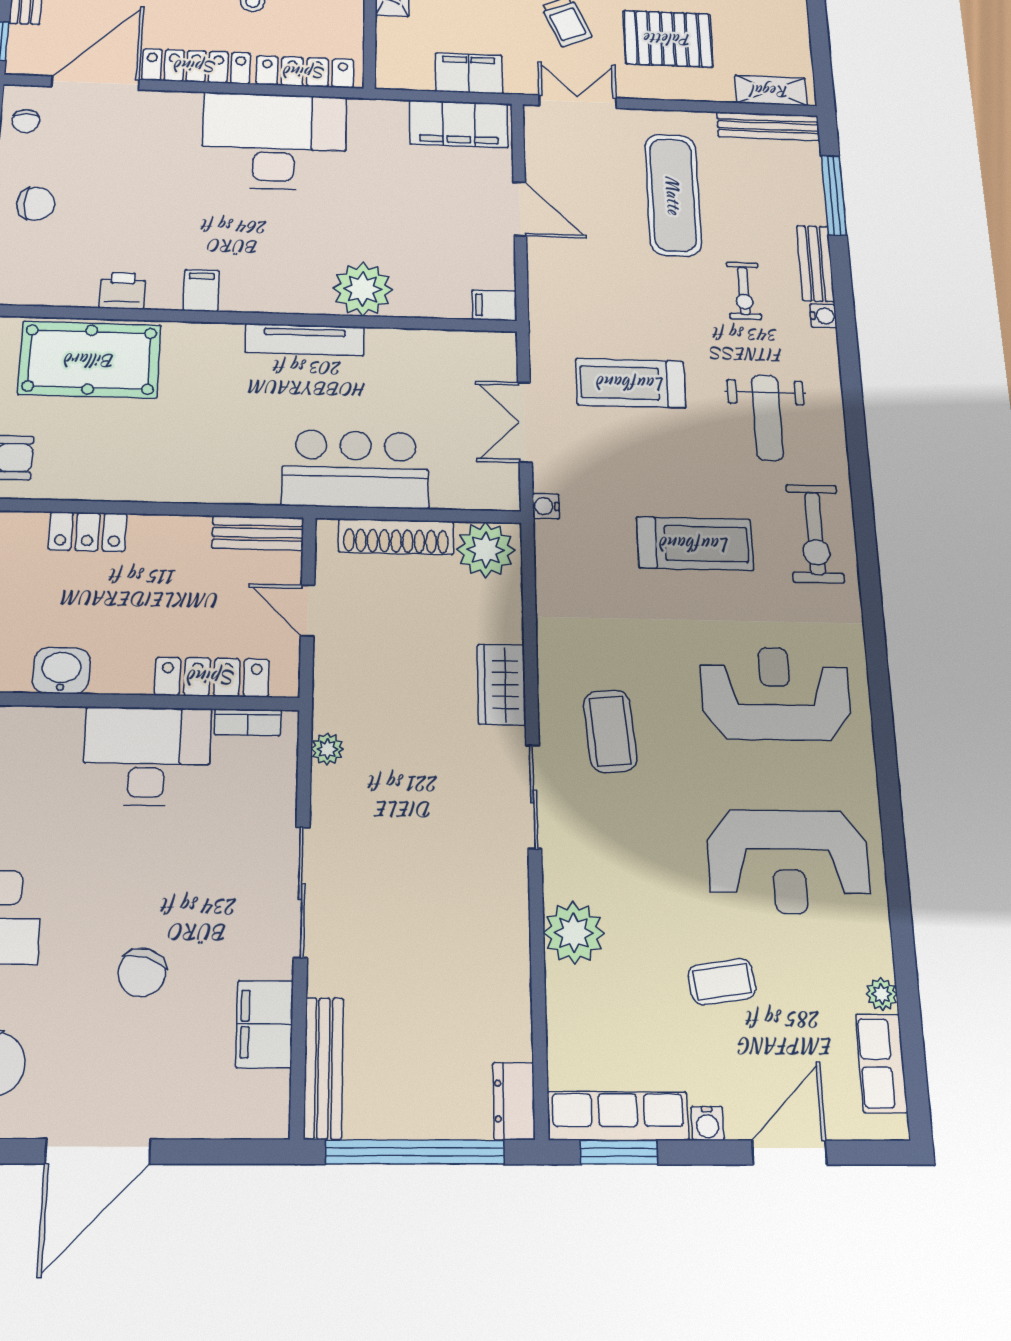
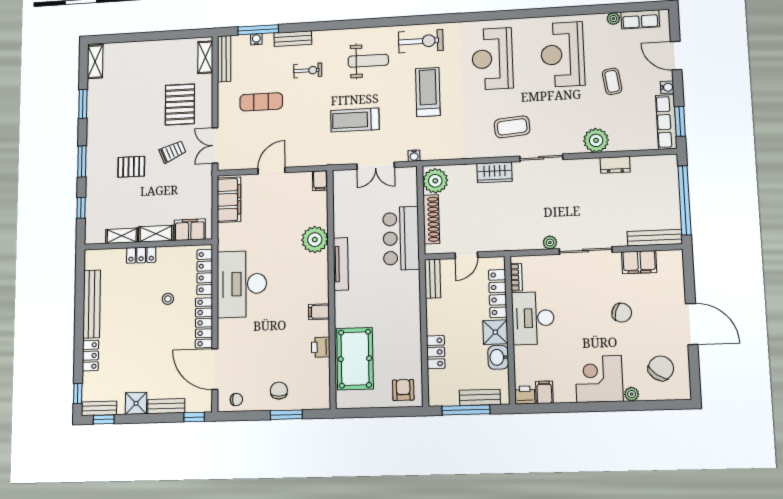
filing cabinet: (469, 73) -> (190, 230), moved, turned 90
exercise mat: (673, 195) -> (261, 102), width x0.73, depth x0.69
water cooler: (823, 316) -> (256, 39), moved
treadmill: (631, 383) -> (355, 120), turned 90
shower: (121, 667) -> (495, 332), added
plant: (327, 749) -> (550, 243), moved
reception desk: (788, 862) -> (562, 54), turned 180
dresser: (514, 1101) -> (615, 165), moved

